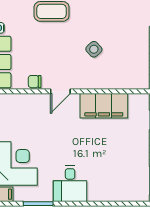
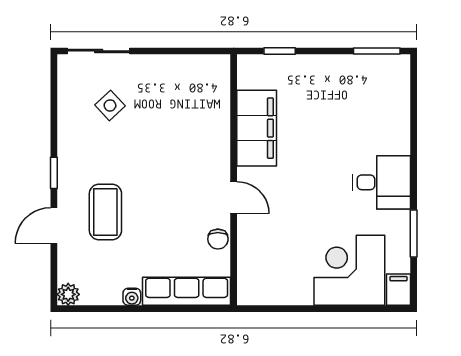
side table: (94, 49) -> (110, 105), moved

